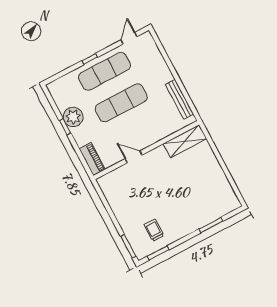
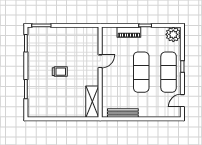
door: (129, 38) -> (182, 101), swing flipped
plant: (73, 117) -> (173, 34), moved
piano: (92, 159) -> (129, 32), moved
trolley: (154, 230) -> (60, 72), moved

